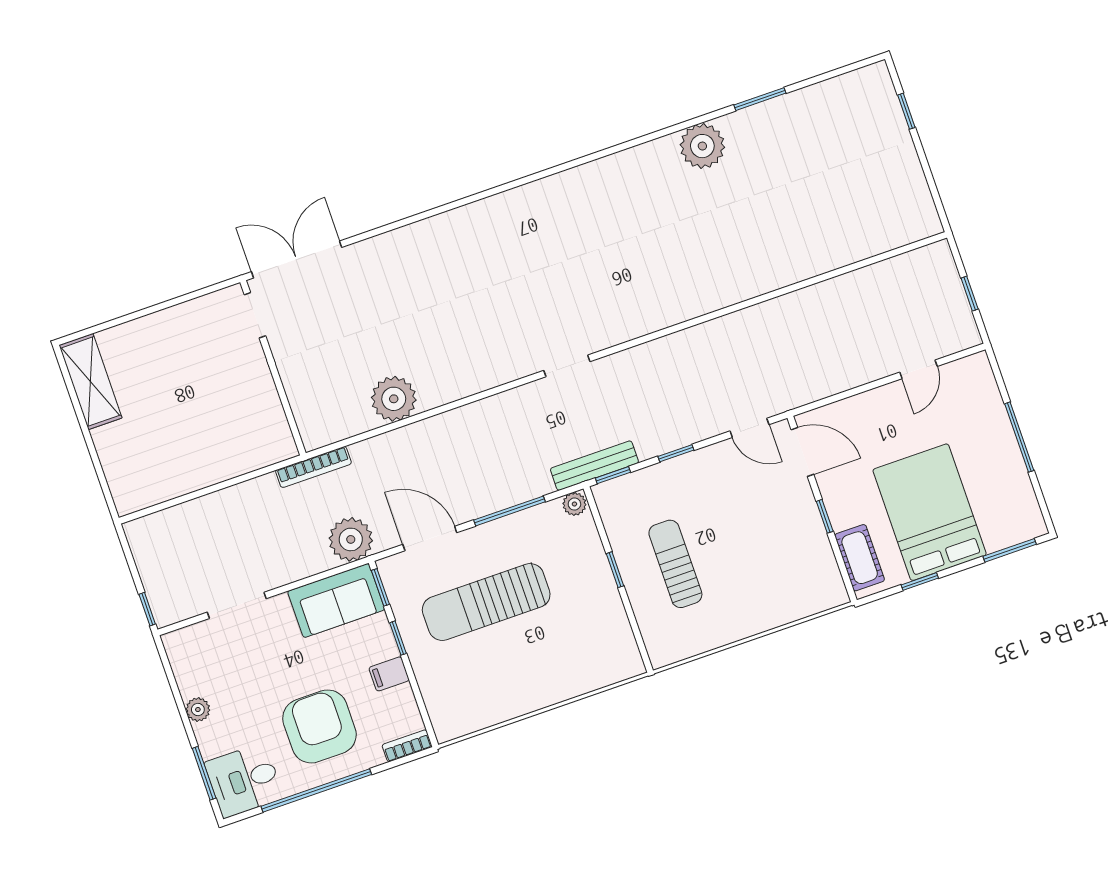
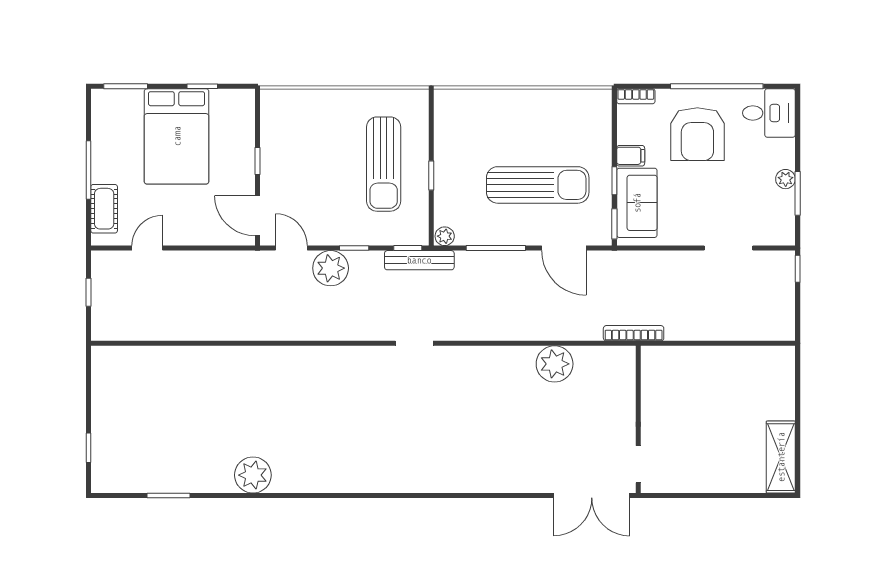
window: (760, 99) -> (169, 496), moved
plant: (351, 539) -> (331, 268), moved
cot: (860, 558) -> (104, 209), moved
sun lounger: (675, 564) -> (384, 164), width x1.36, depth x1.34
sofa: (336, 600) -> (637, 203), moved, turned 90
window: (204, 773) -> (798, 193), moved

